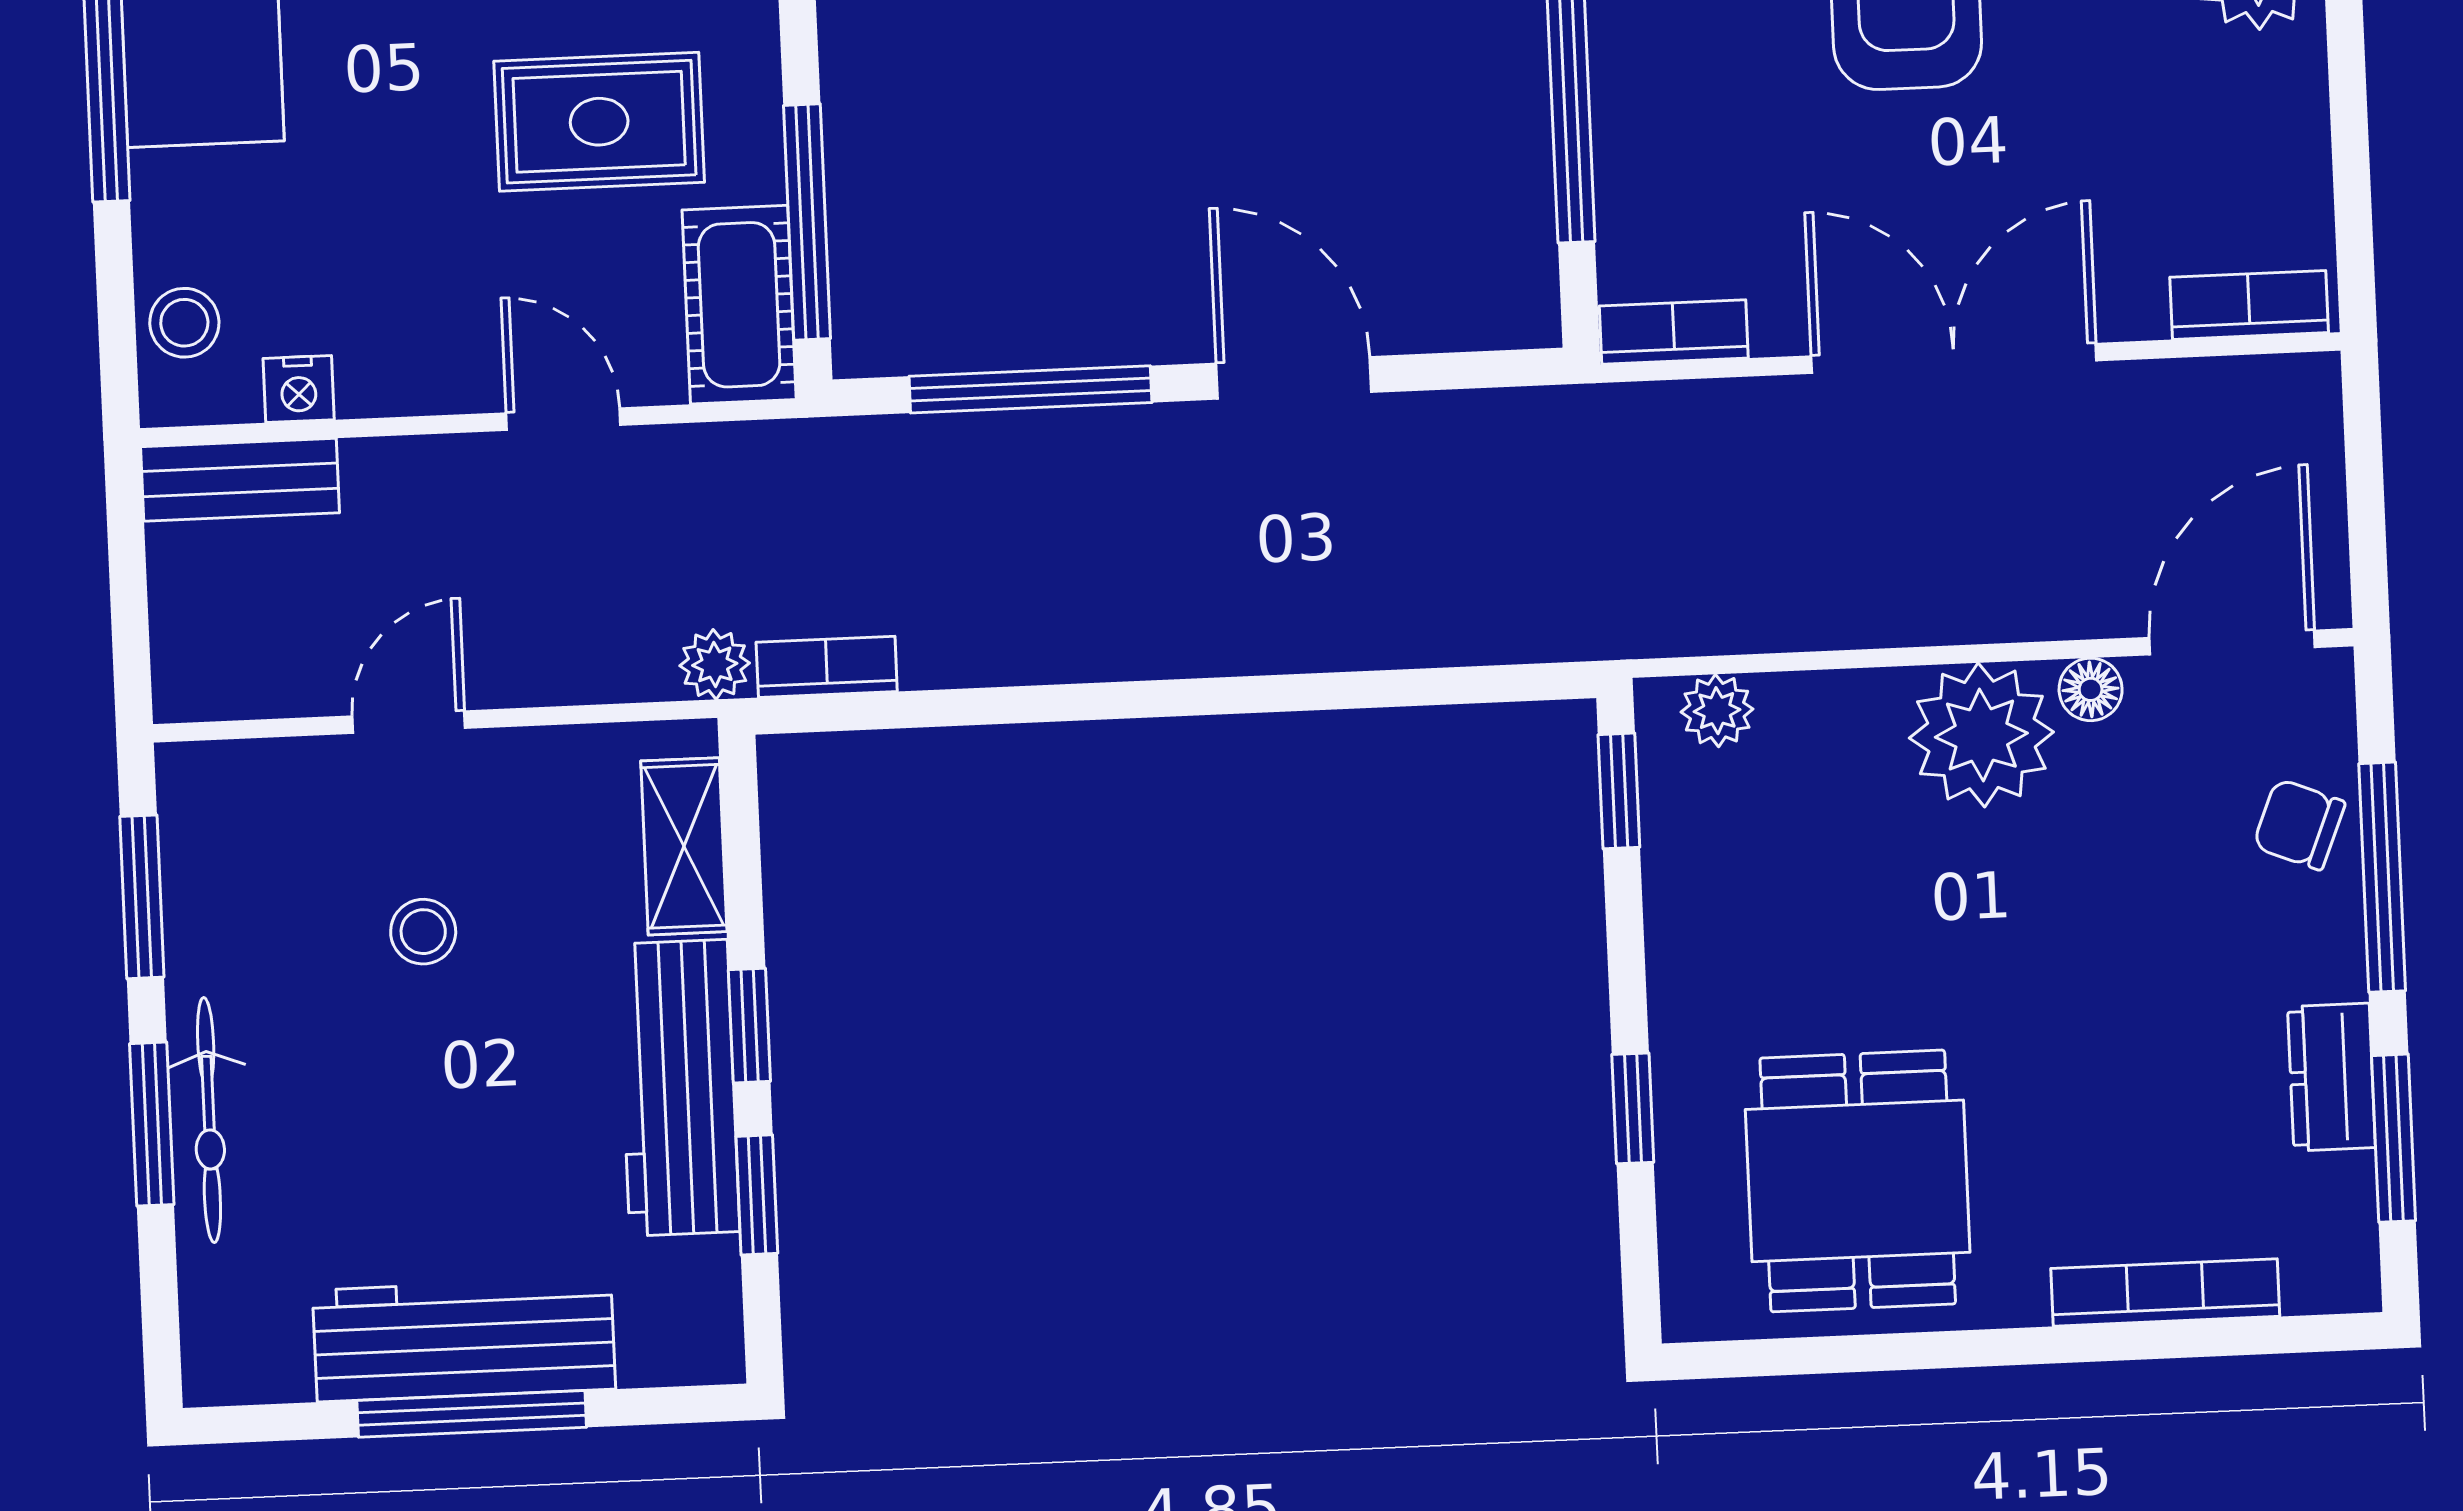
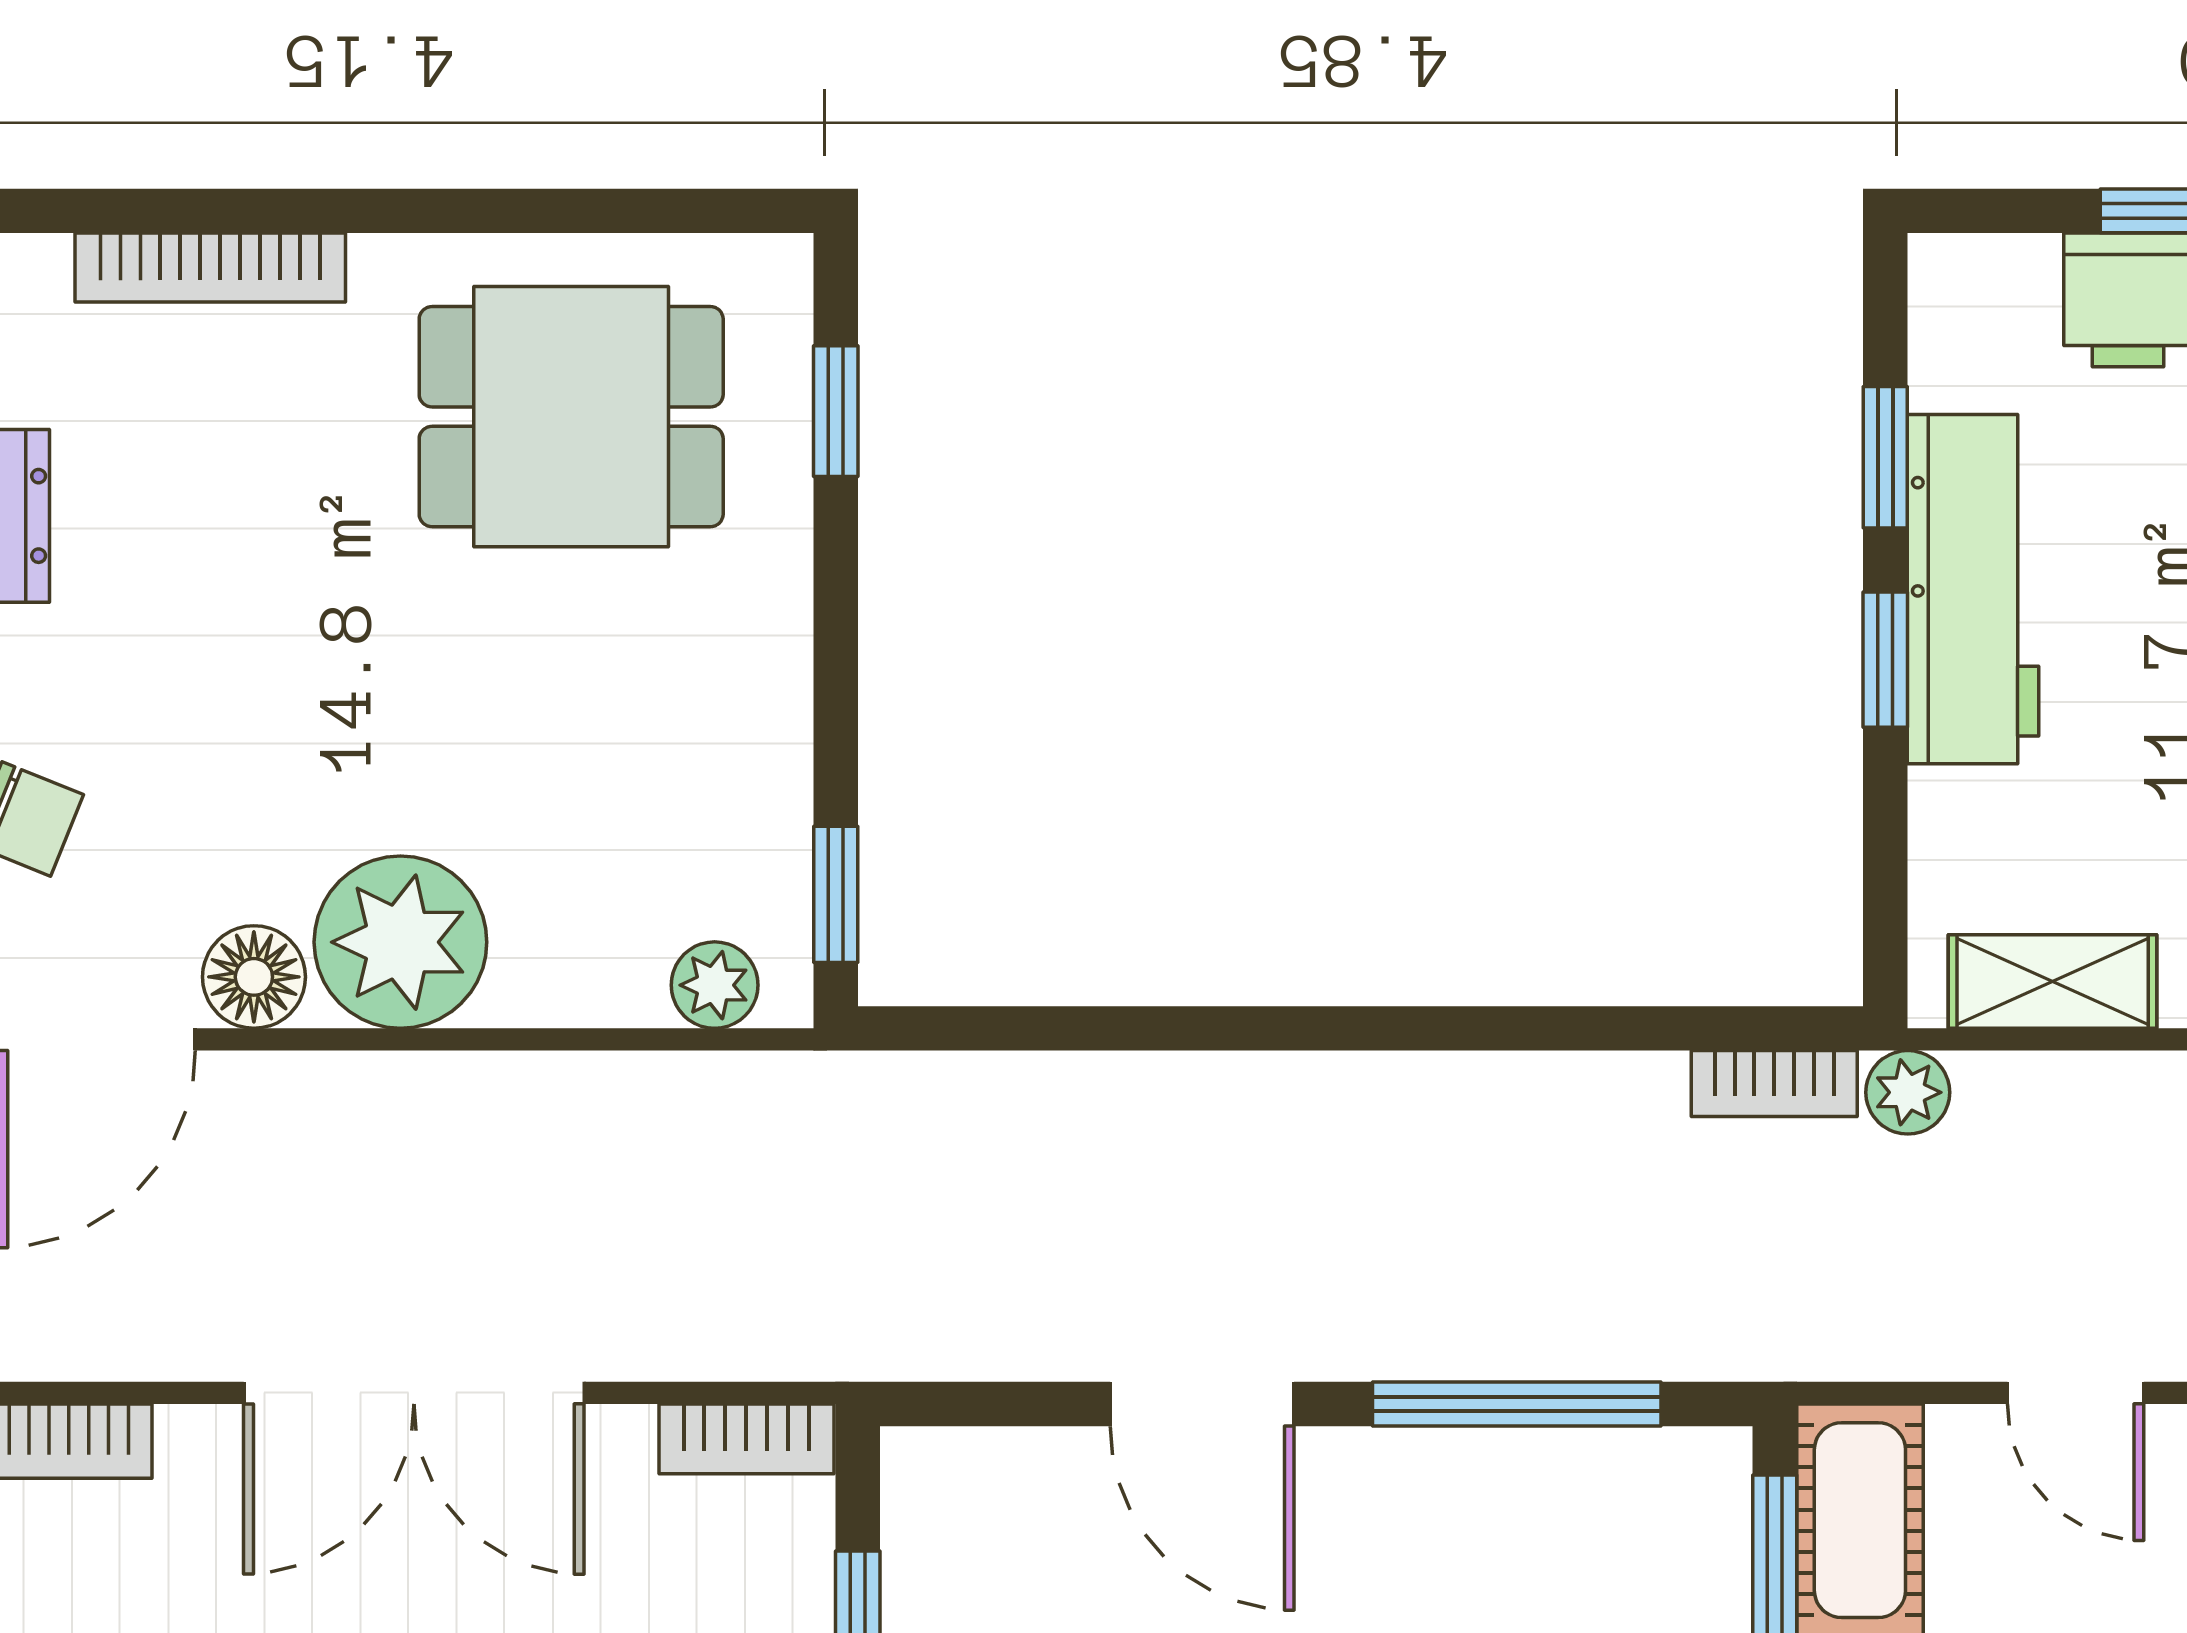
floor lamp: (2091, 689) -> (254, 977), width x1.37, depth x1.37
shelving: (684, 846) -> (2053, 982), moved, turned 90
window: (1633, 1108) -> (836, 411), moved
dining table: (1858, 1181) -> (571, 417), turned 90

